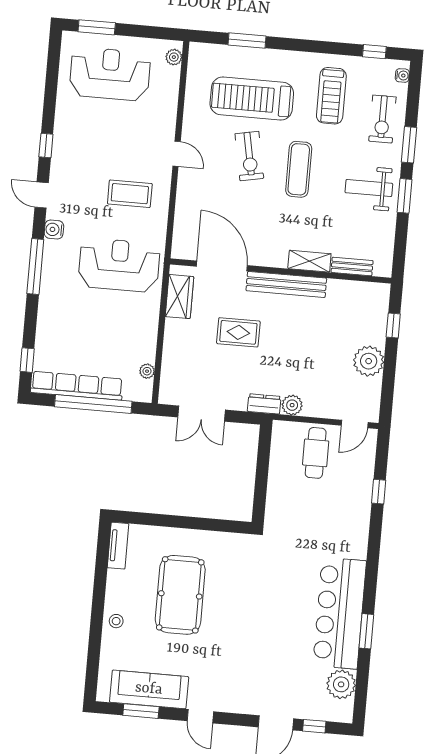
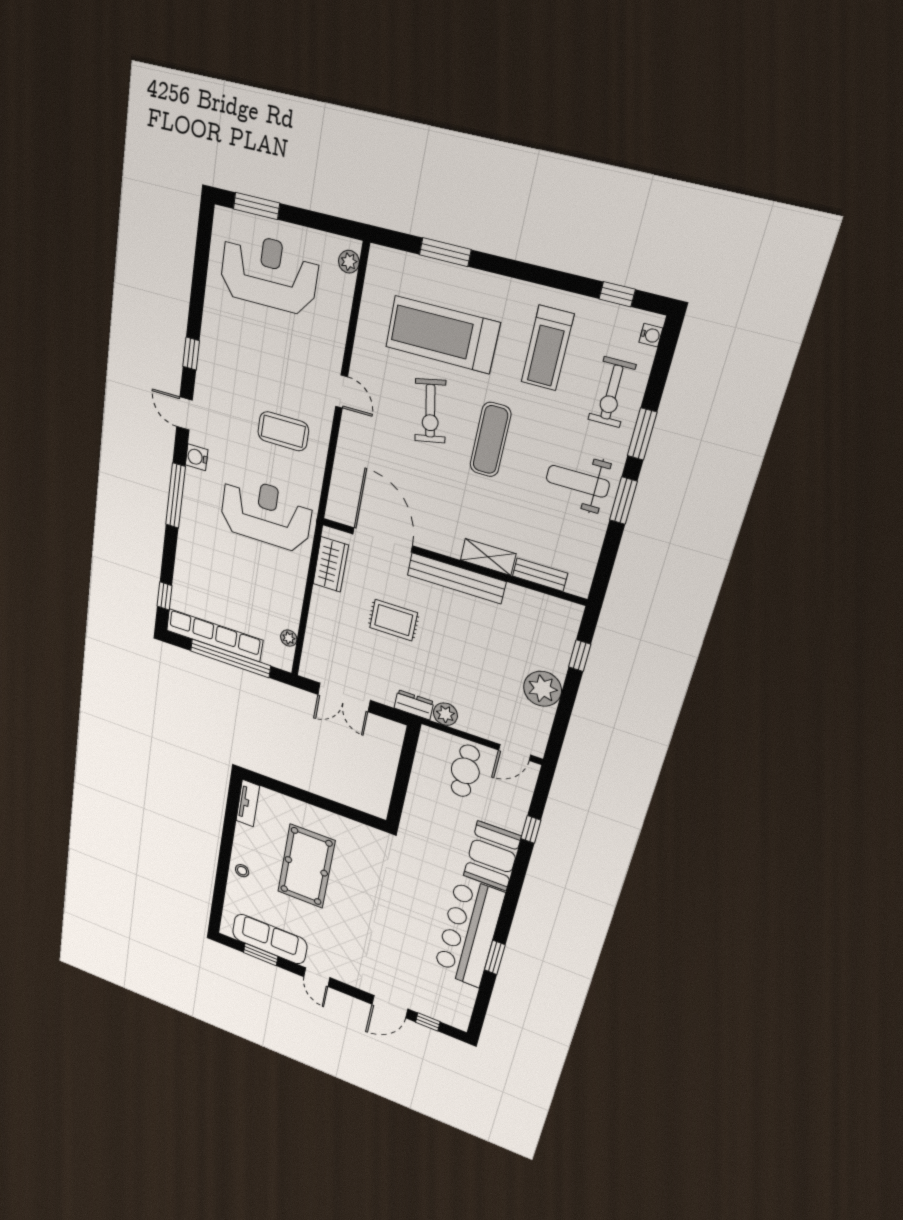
booth: (350, 528) -> (492, 856), added
plant: (341, 684) -> (461, 996), removed

